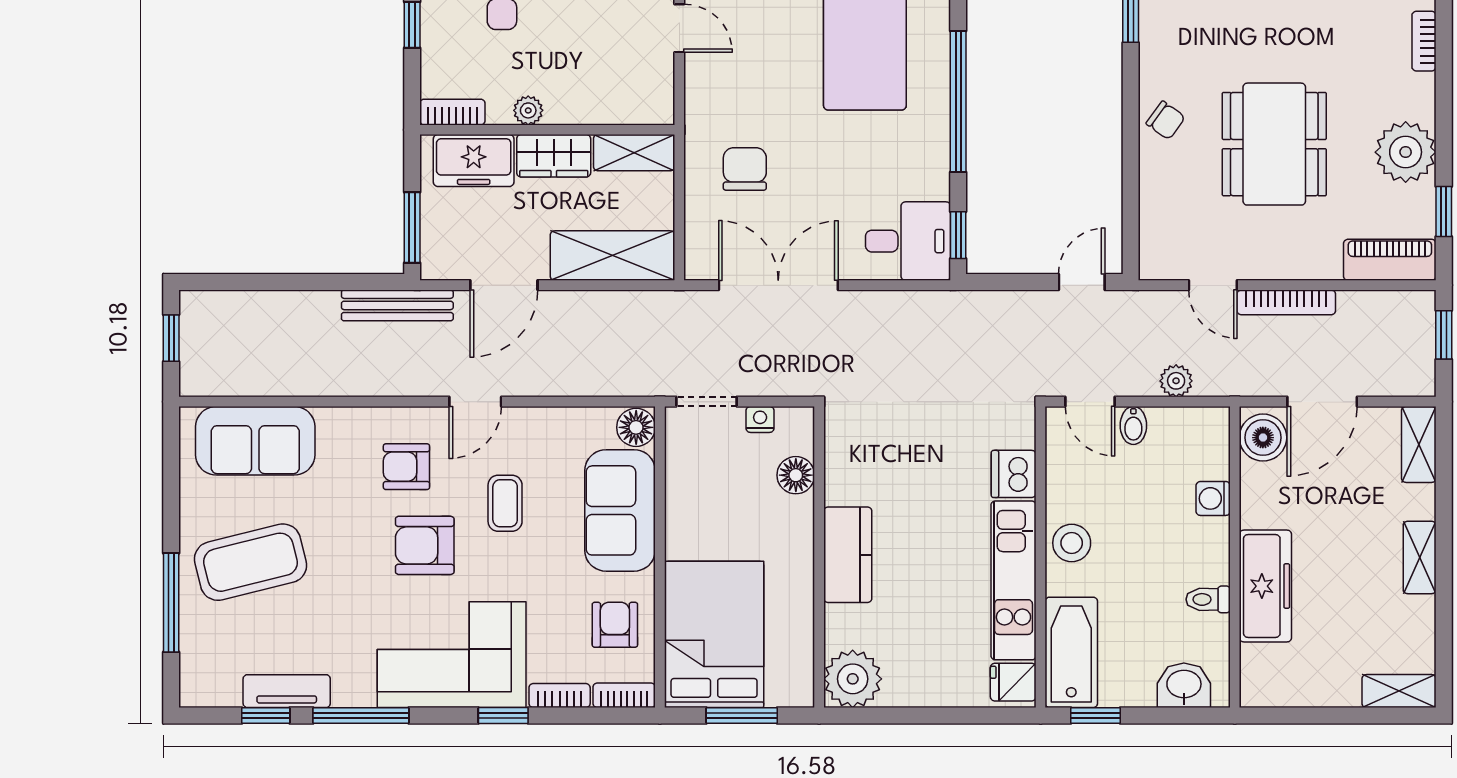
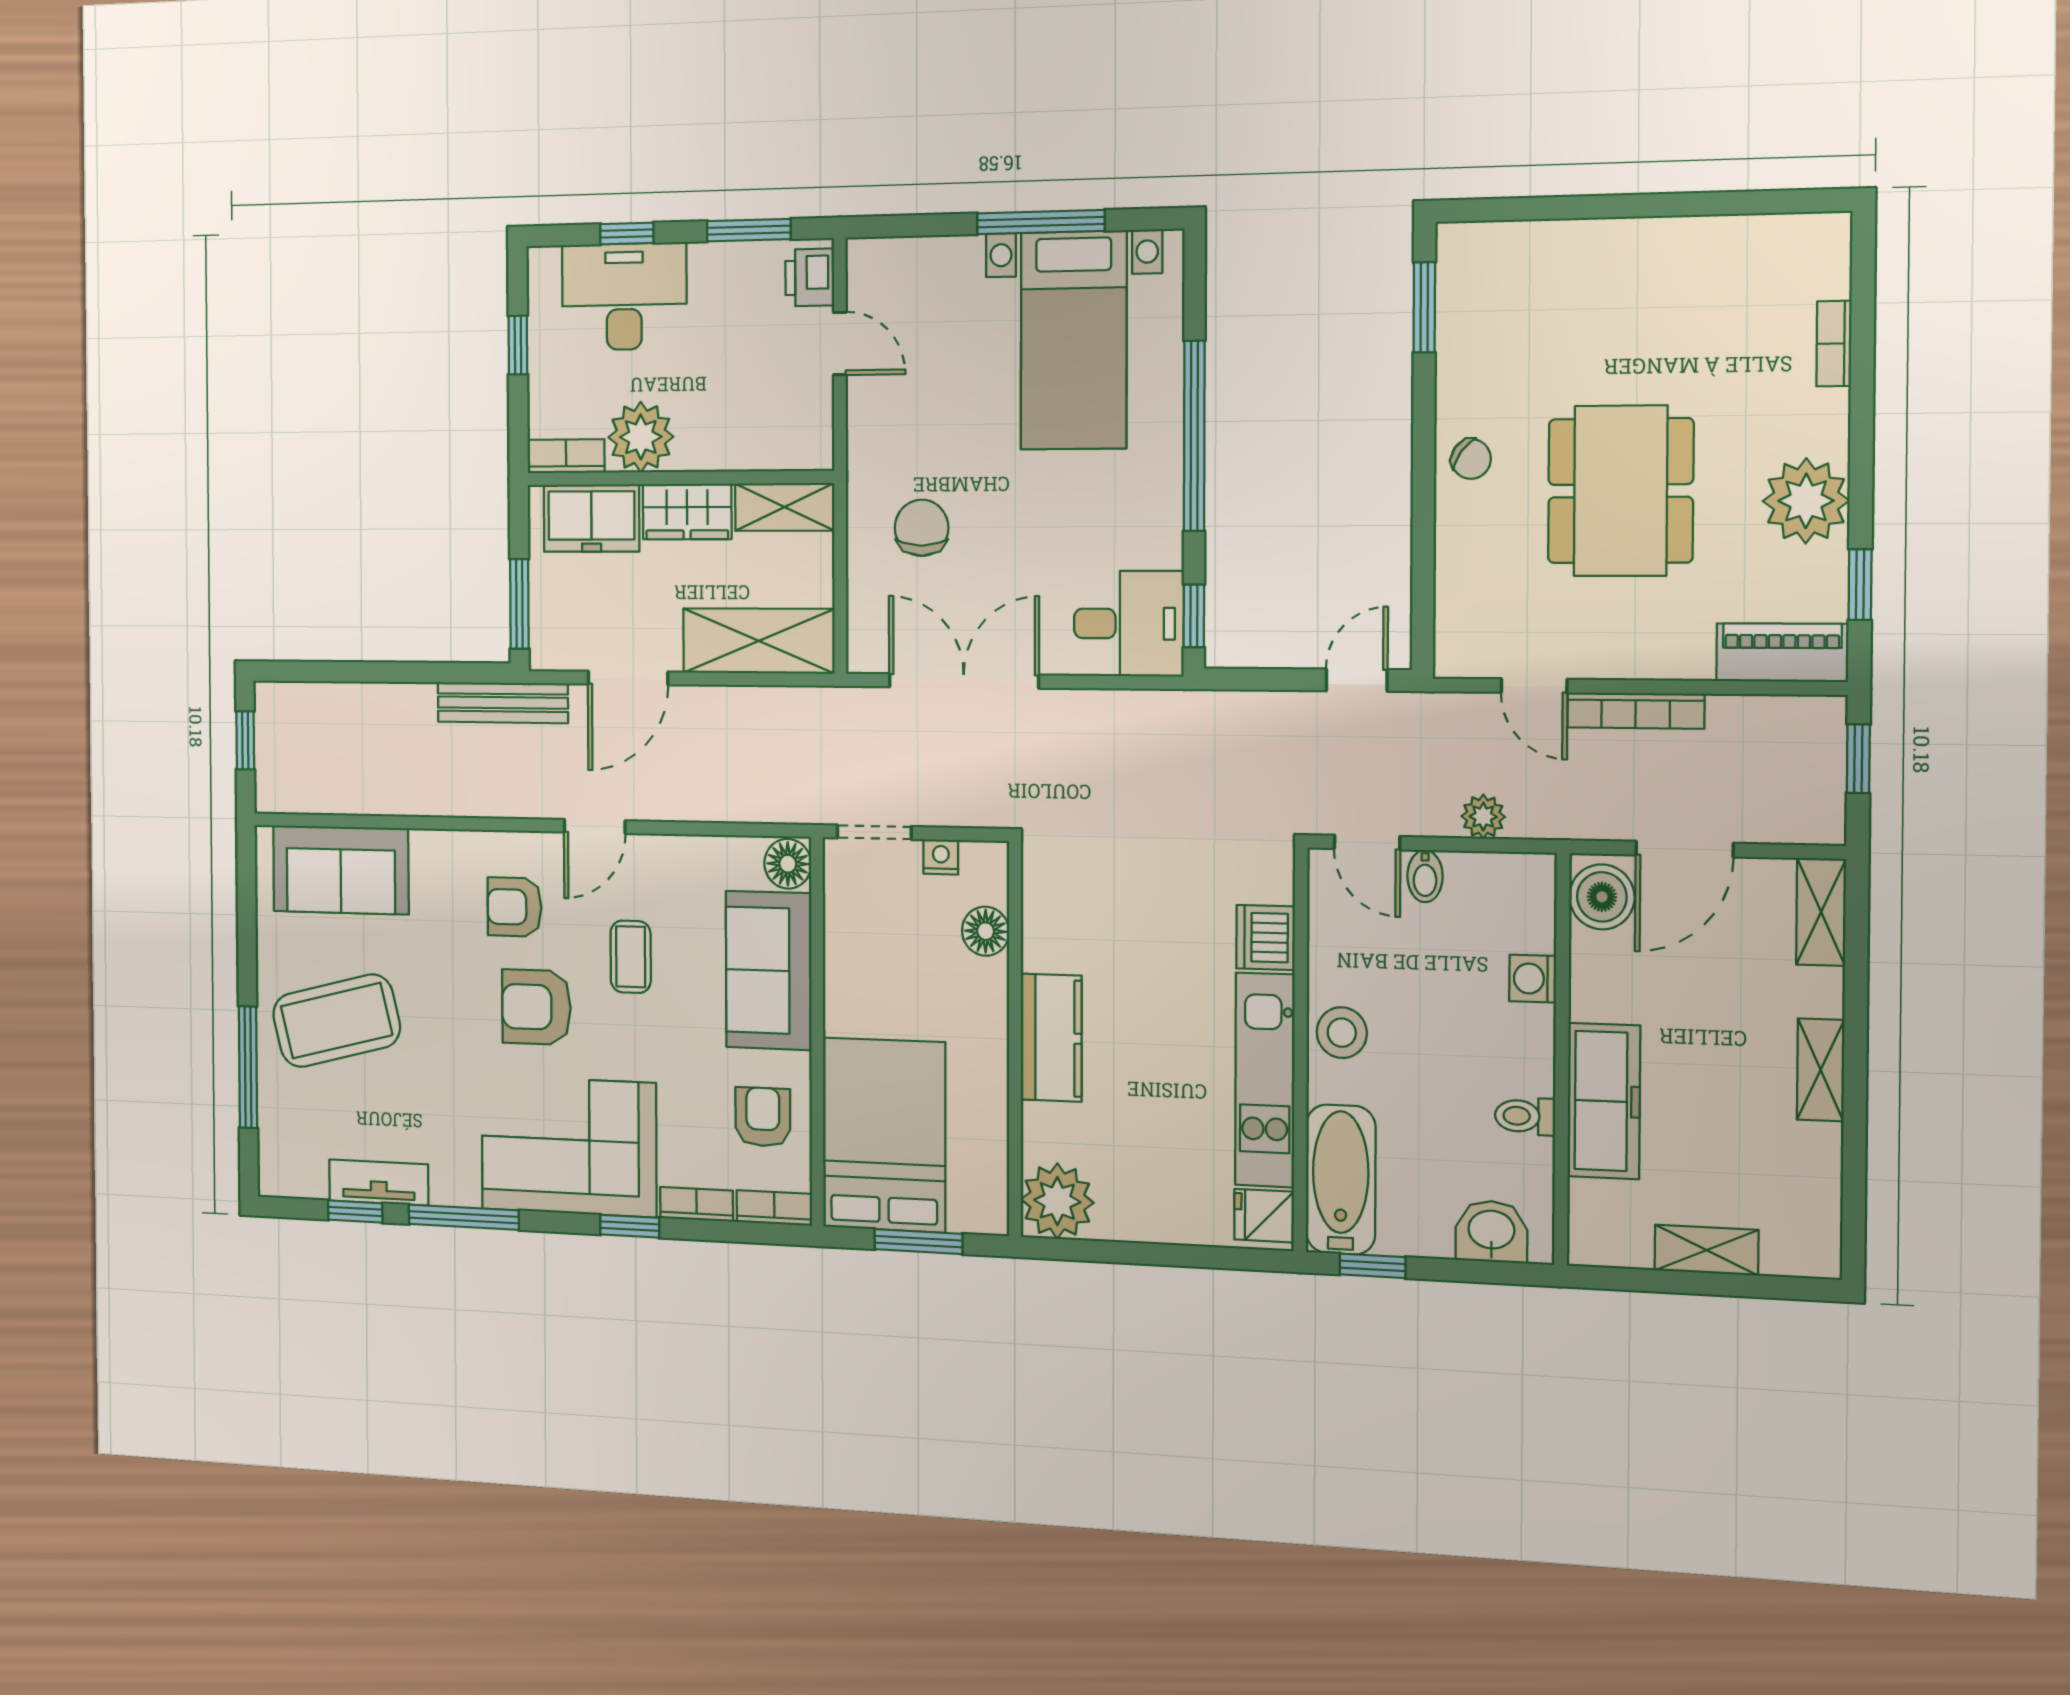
plant: (528, 110) -> (641, 437), width x1.88, depth x1.88
shelving: (1399, 691) -> (1706, 1250), moved

